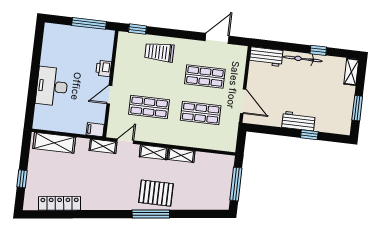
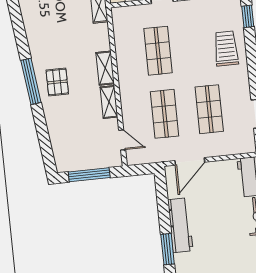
workbench: (298, 121) -> (180, 225), width x1.37
window: (309, 135) -> (168, 249), width x1.50
door: (125, 141) -> (122, 140), moved
pallet: (156, 193) -> (57, 82), width x0.67, depth x0.71

